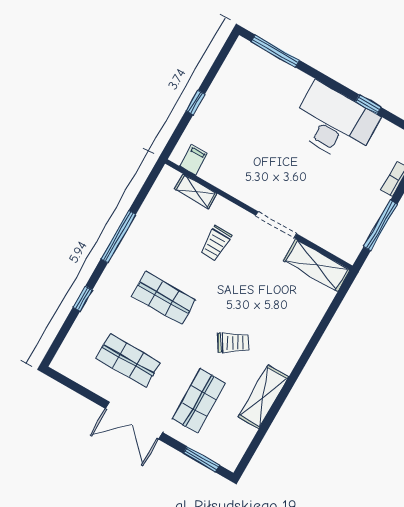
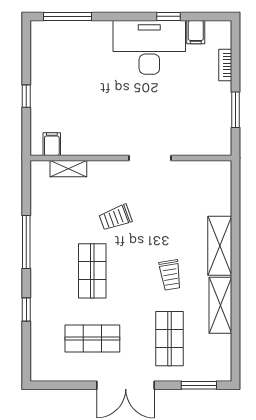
filing cabinet: (385, 133) -> (196, 32), added
window: (381, 226) -> (236, 110), width x0.69
trolley: (216, 243) -> (115, 217), moved, turned 70
shelving: (317, 265) -> (220, 246), moved, turned 90
shop shelf: (164, 298) -> (92, 271), turned 90
trolley: (233, 343) -> (170, 275), turned 111

